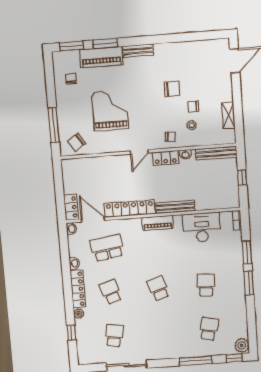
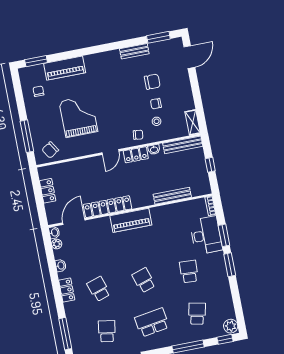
window: (105, 43) -> (158, 37), moved
bench: (138, 51) -> (134, 51), moved
chair: (172, 89) -> (152, 82), moved
shelving: (228, 116) -> (193, 122), moved
locker: (71, 207) -> (48, 191), moved
bench: (175, 207) -> (172, 196), moved
door: (93, 220) -> (74, 221), hinge flipped
piano: (158, 223) -> (131, 220), width x1.37, depth x1.33
desk: (202, 227) -> (206, 235), moved, turned 90
school desk: (107, 248) -> (152, 322), moved
locker: (78, 289) -> (67, 290), width x0.66
plant: (79, 314) -> (57, 244), moved
window: (71, 333) -> (65, 334), width x2.17

